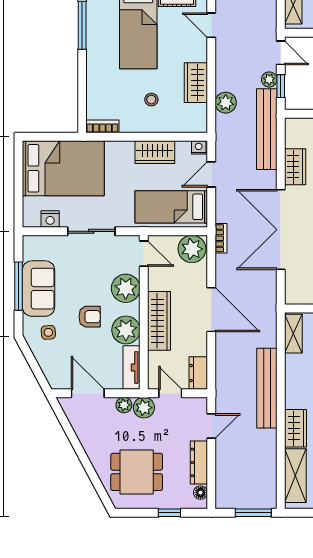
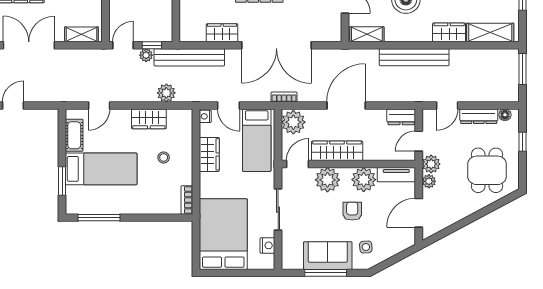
wardrobe: (159, 321) -> (337, 151), moved
door: (211, 426) -> (447, 105), swing flipped

